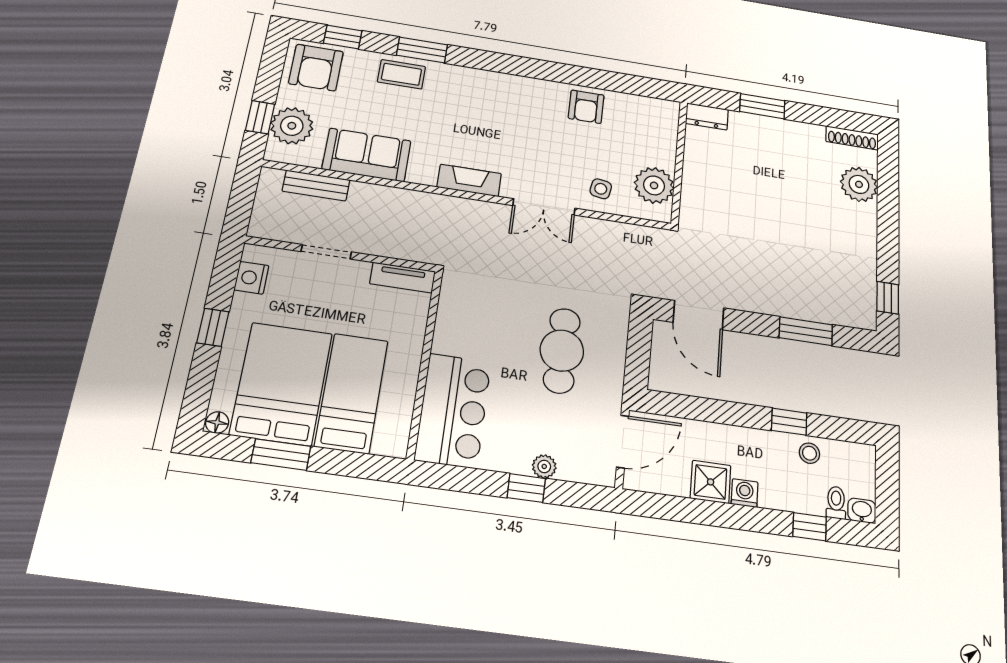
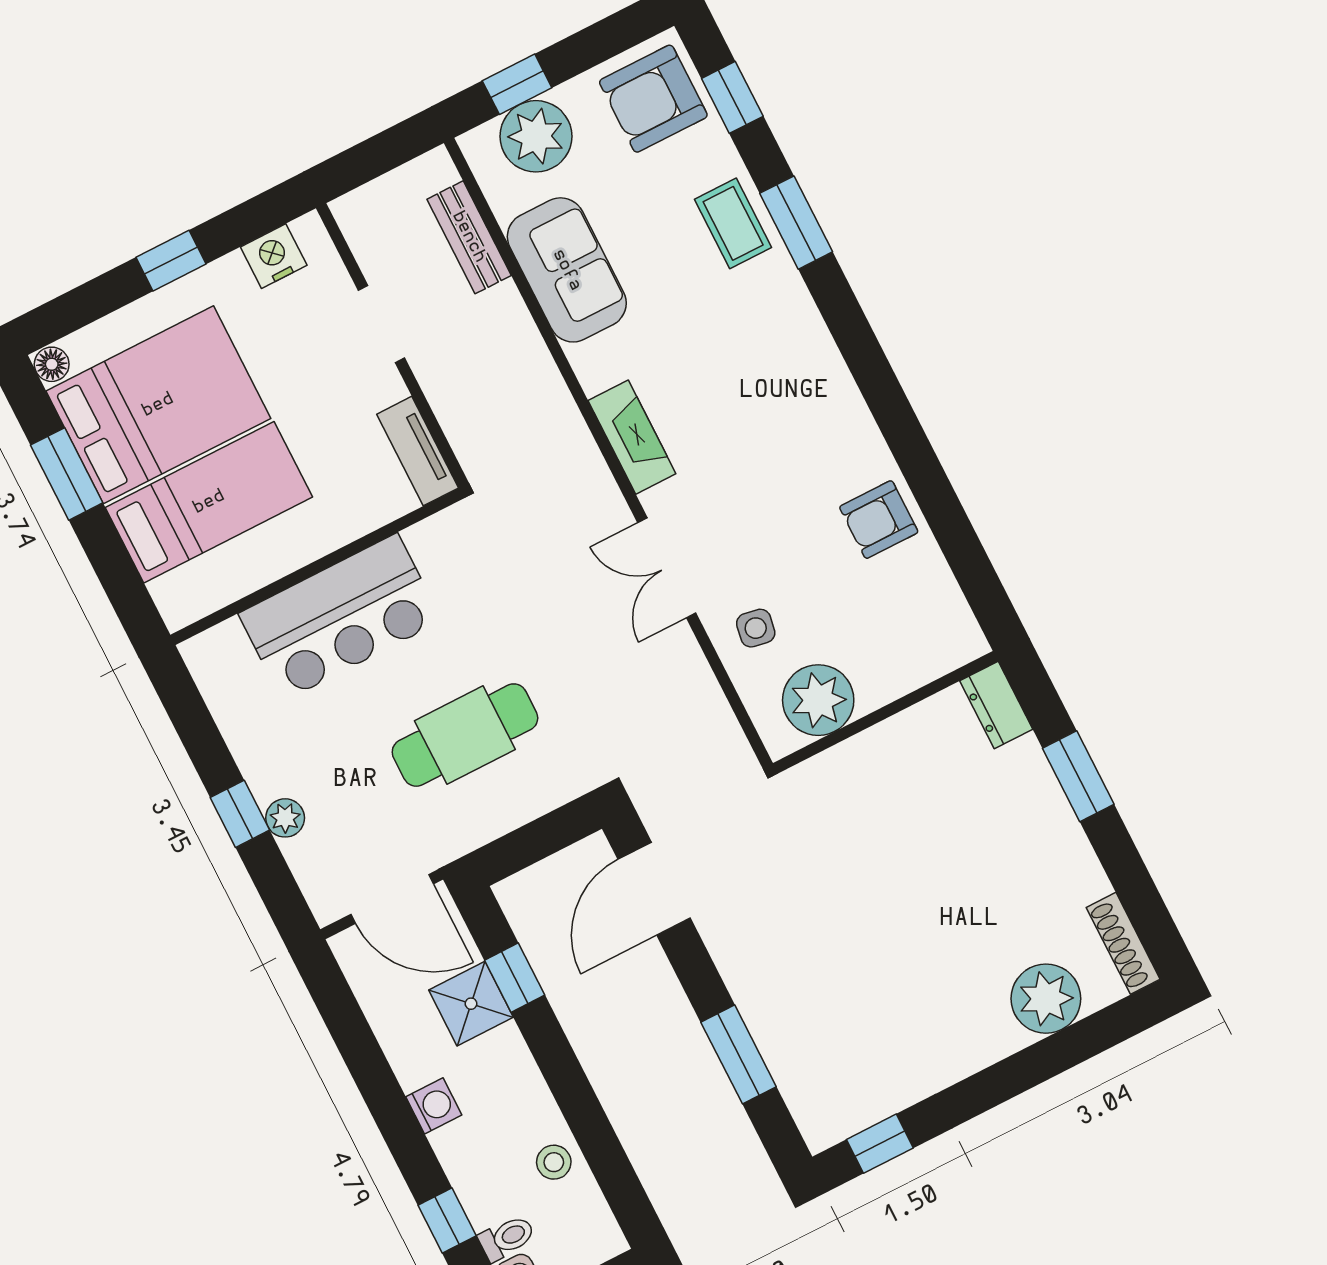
bar counter: (453, 410) -> (340, 617), moved
window: (789, 422) -> (515, 978), moved
shower: (711, 482) -> (471, 1004), moved

